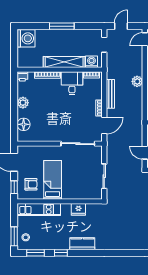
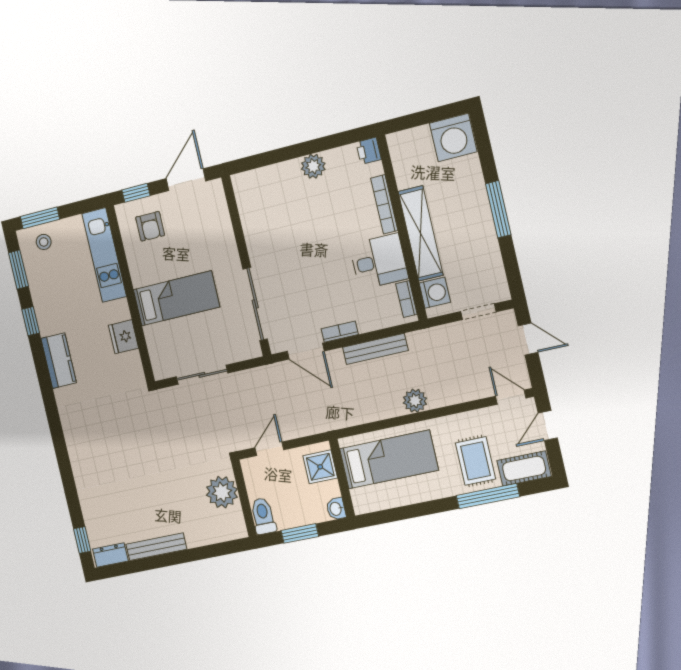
floor lamp: (24, 124) -> (268, 179), removed
bed: (53, 180) -> (176, 298), moved

